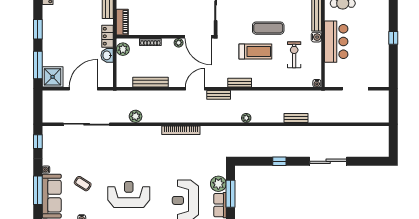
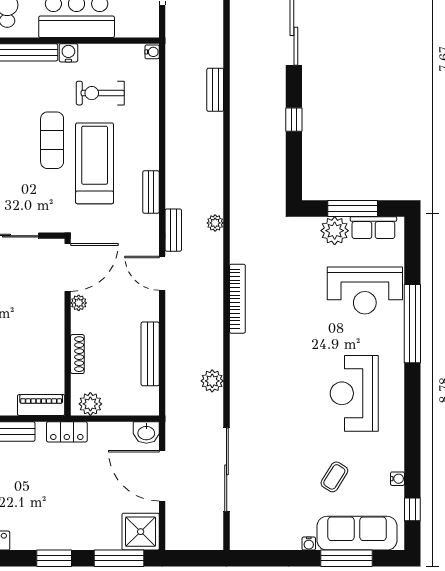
treadmill: (255, 52) -> (95, 163), width x1.37, depth x1.38
washbasin: (107, 55) -> (146, 433), moved
plant: (246, 118) -> (215, 223), moved
window: (38, 142) -> (258, 558), removed

